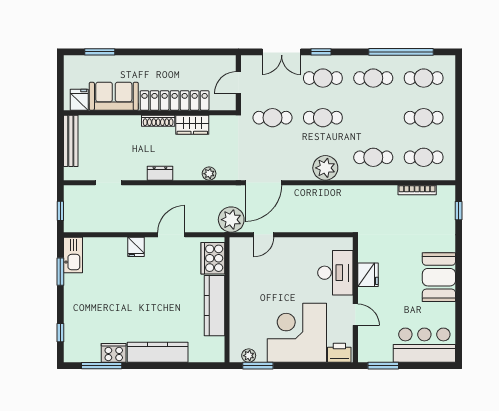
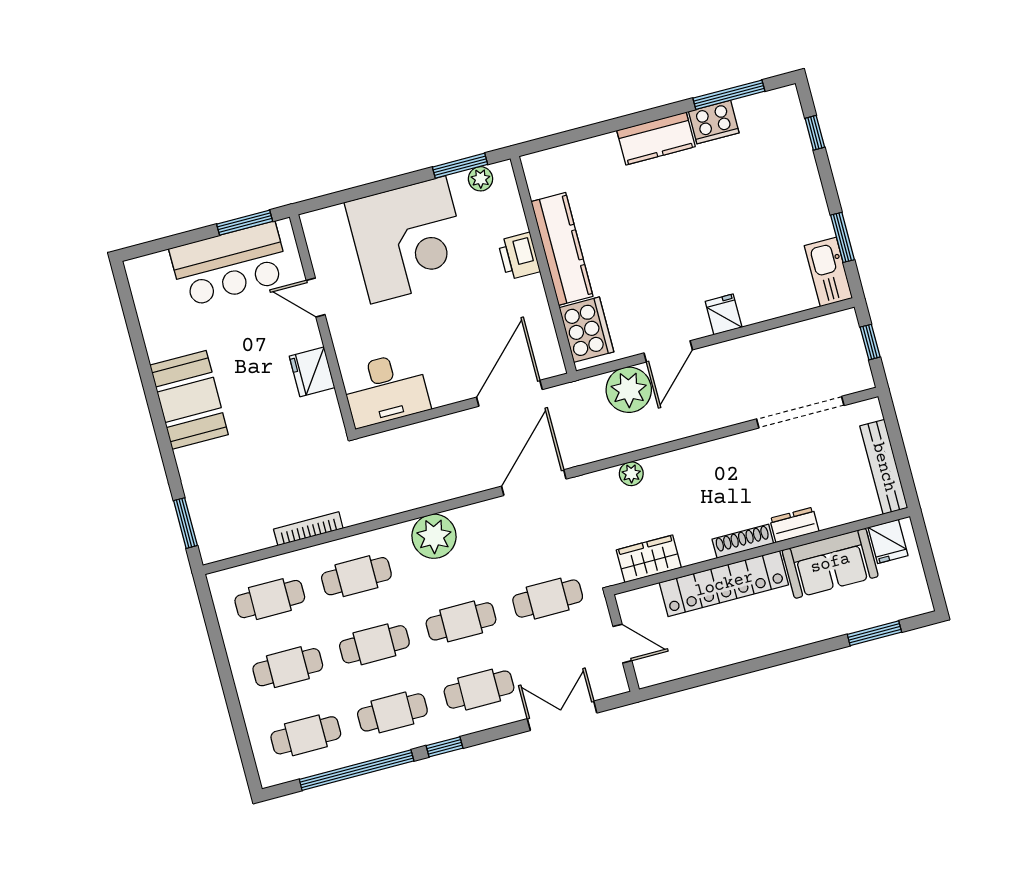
window: (321, 52) -> (444, 747), moved
door: (238, 82) -> (622, 644), hinge flipped
cafe table: (373, 118) -> (374, 644), added
wardrobe: (192, 125) -> (649, 559), moved
dresser: (160, 173) -> (794, 525), moved, turned 180
doorway: (108, 183) -> (800, 412), width x1.88
bookcase: (417, 190) -> (308, 529), moved
window: (459, 211) -> (185, 523), width x1.50
plant: (231, 220) -> (629, 390), moved
door: (264, 235) -> (509, 393), width x1.88
desk: (335, 273) -> (385, 389), moved, turned -90
bar counter: (424, 345) -> (230, 264), moved
kitchen counter: (158, 352) -> (656, 139), width x0.67
printer: (339, 353) -> (519, 256), moved, turned 90

